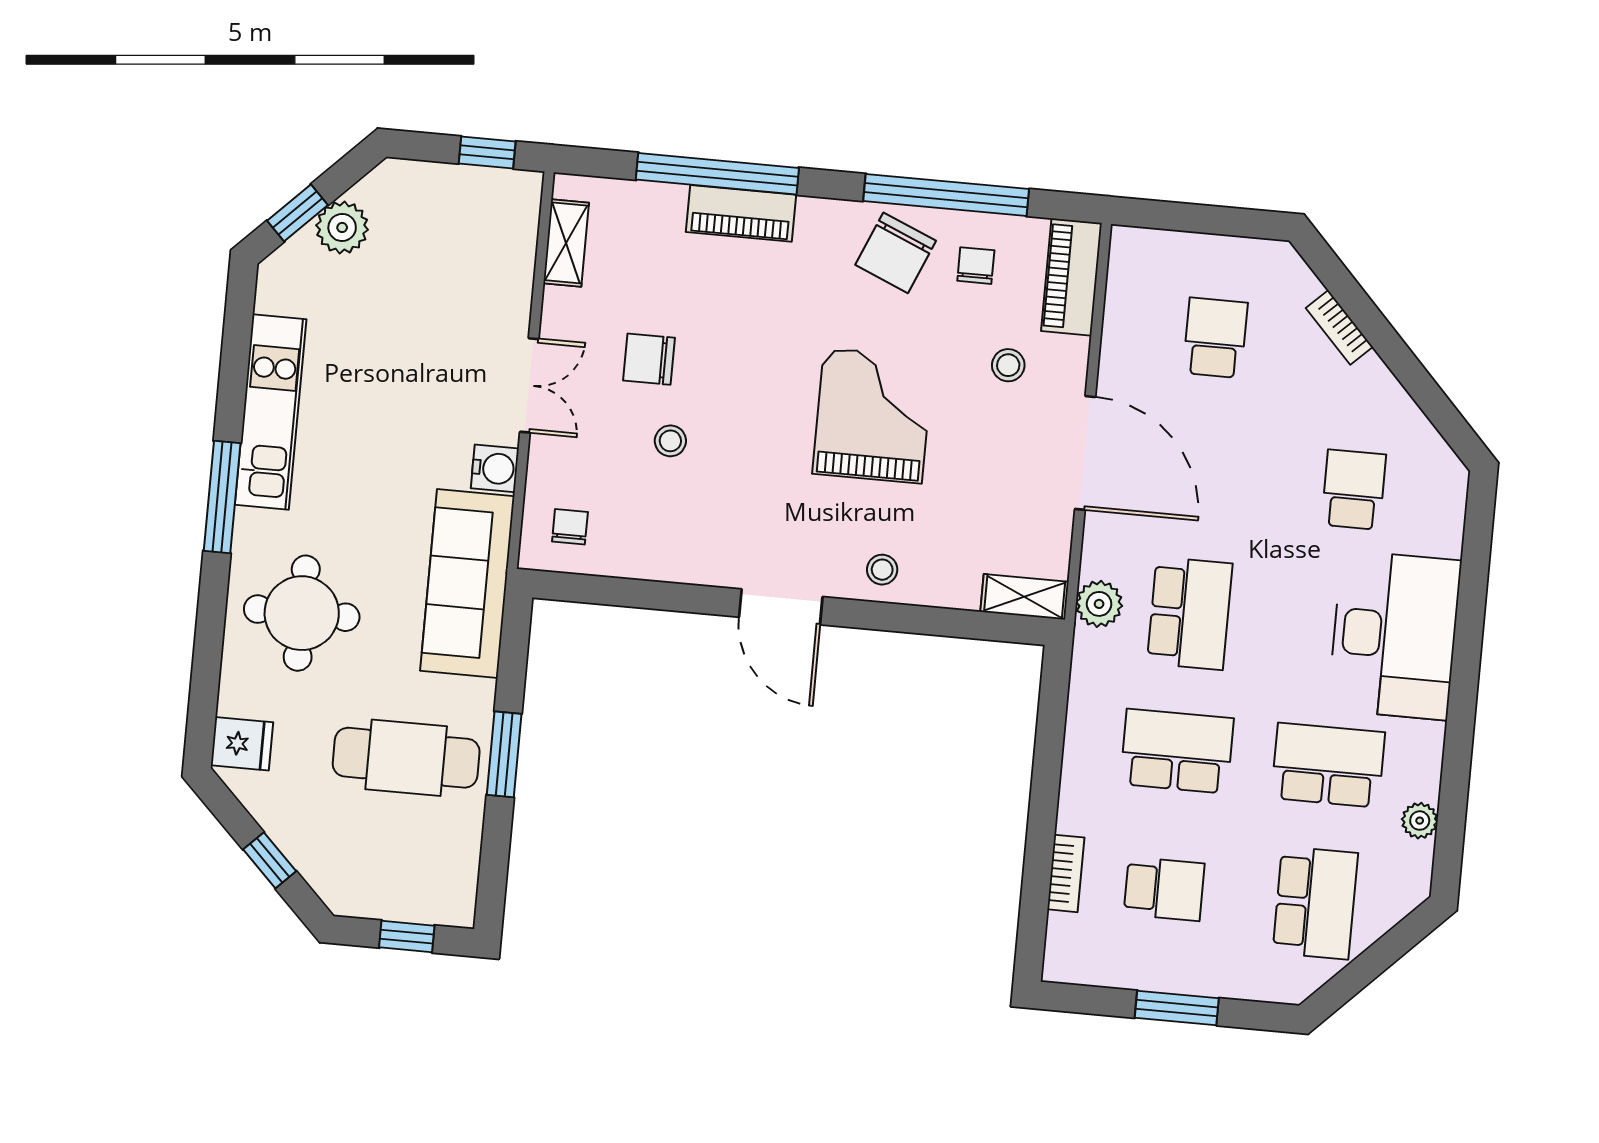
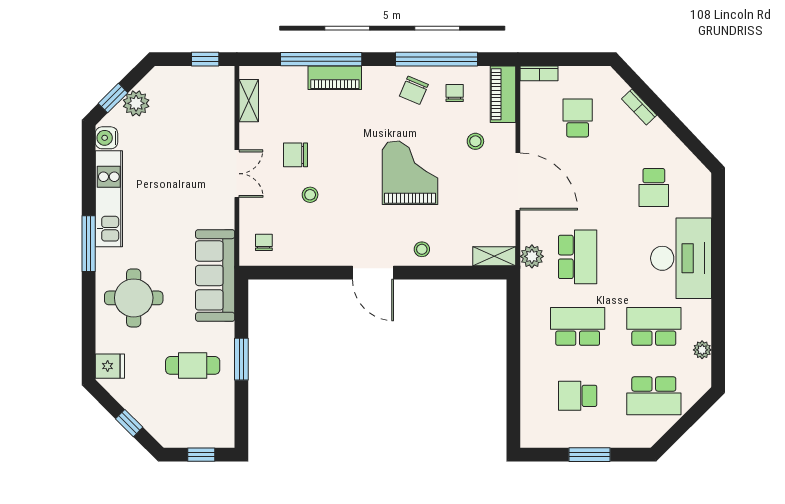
chair: (896, 253) -> (414, 90), width x0.73, depth x0.73
water cooler: (495, 468) -> (106, 138), moved, turned 180
school desk: (1354, 490) -> (654, 187), turned 180
cafe table: (406, 758) -> (193, 365), width x0.73, depth x0.74
bookcase: (1066, 873) -> (539, 73), moved, turned 90
school desk: (1164, 889) -> (578, 396), turned 180
school desk: (1315, 903) -> (654, 396), turned 90

